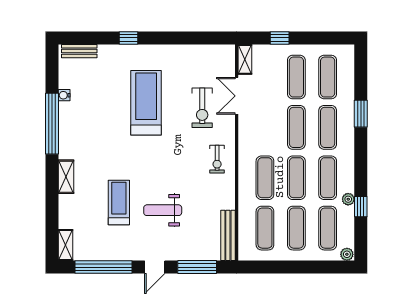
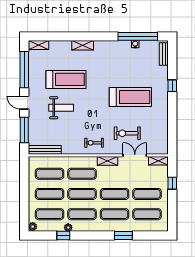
window: (52, 124) -> (138, 36), moved
shelving: (245, 138) -> (107, 161), added
treadmill: (119, 203) -> (66, 79), width x1.37, depth x1.37
weight bench: (163, 210) -> (61, 108), turned 90

